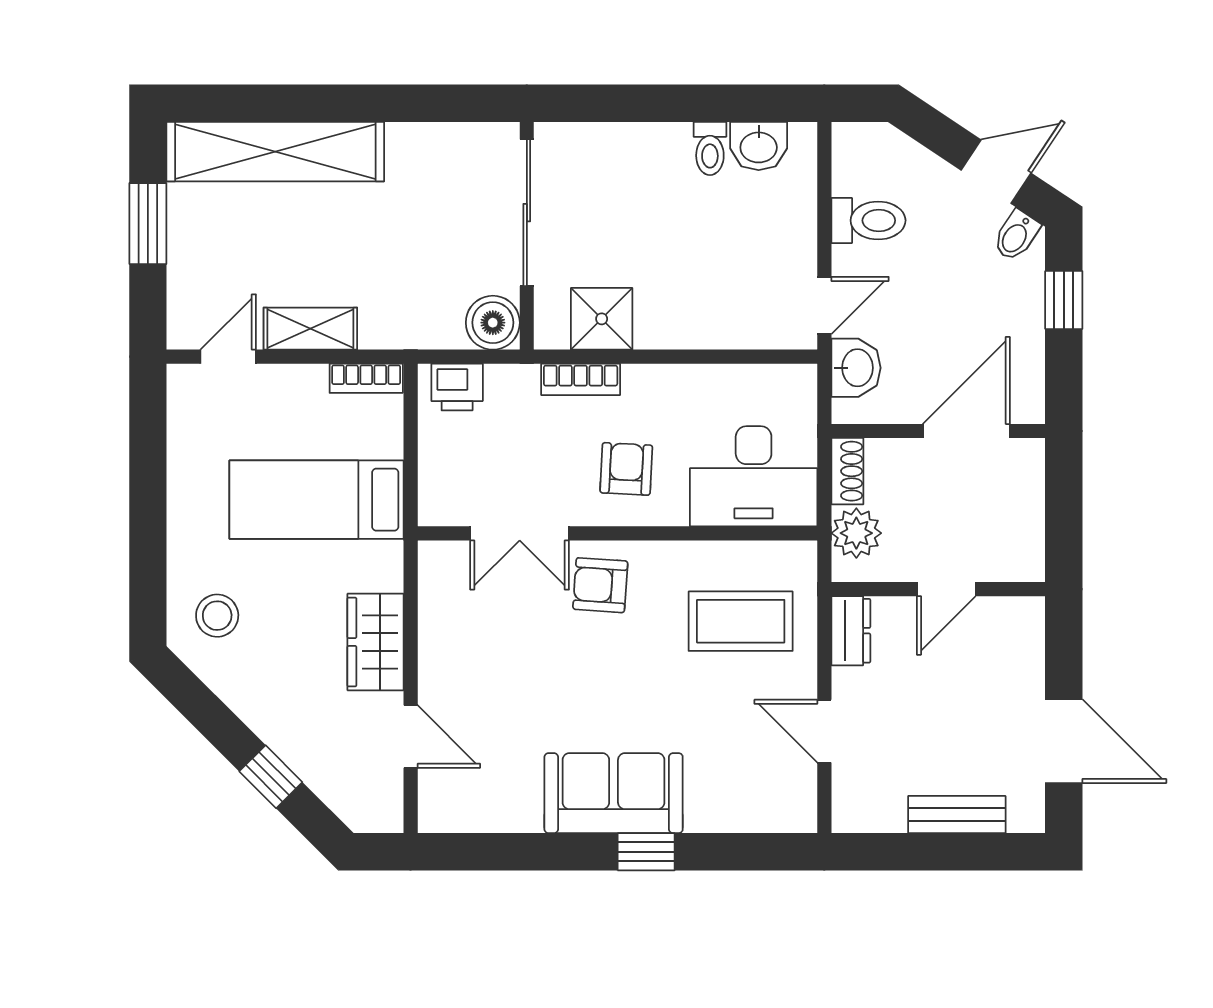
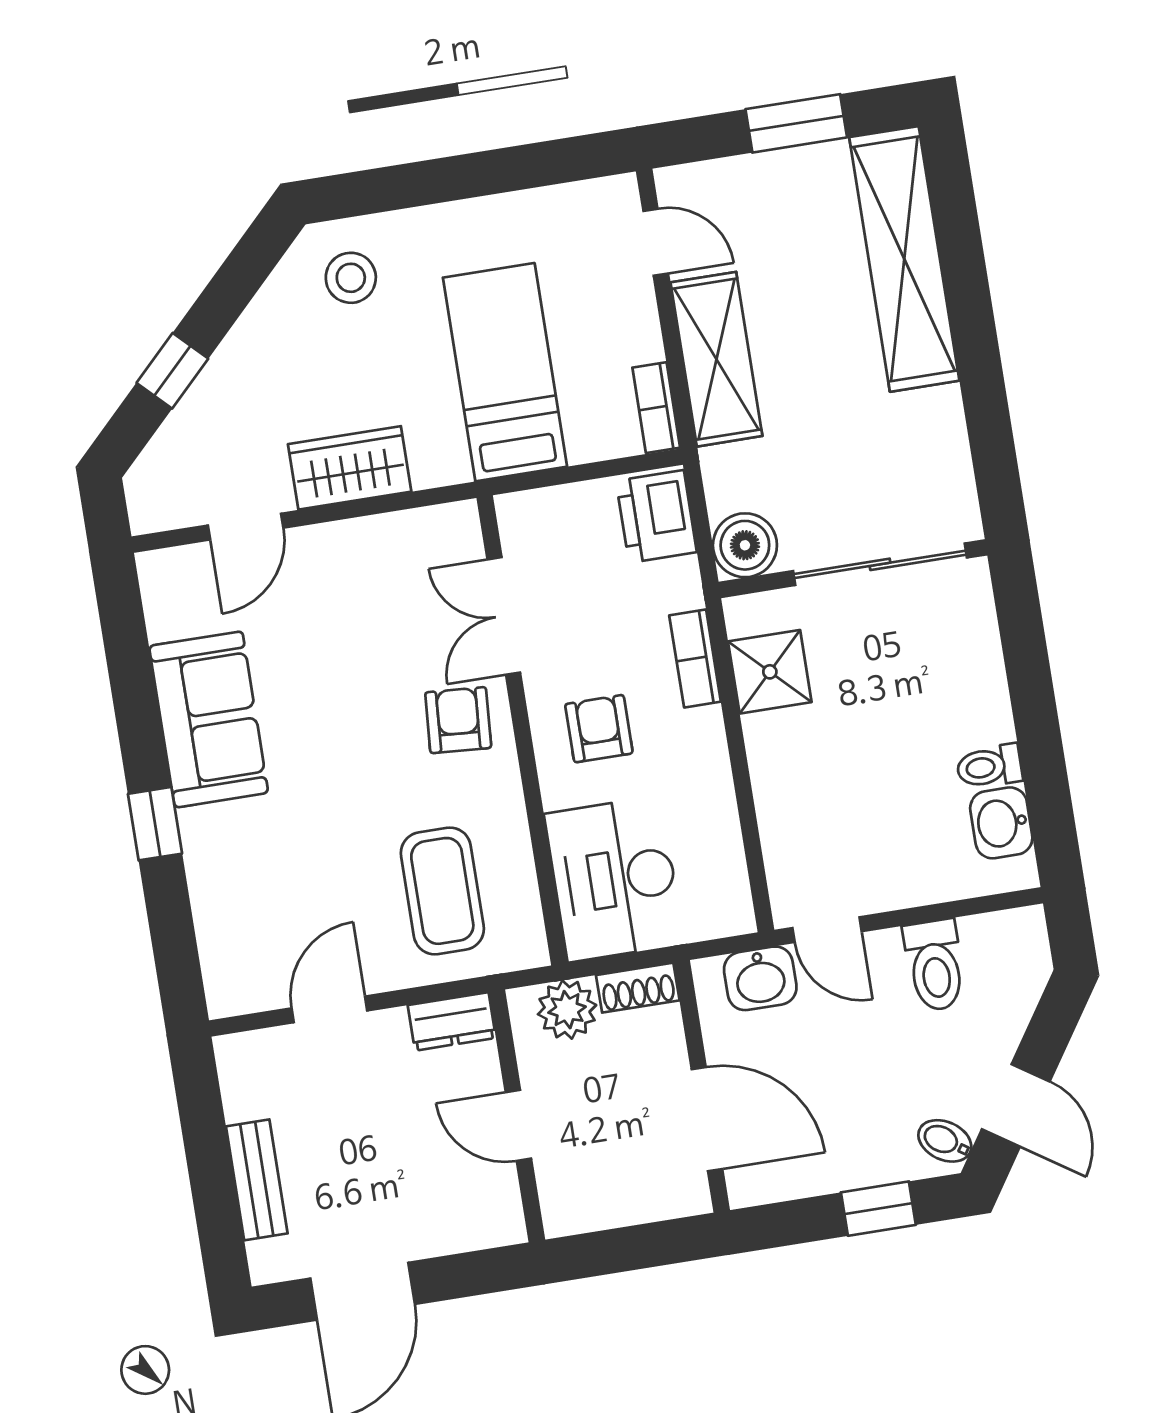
shelving: (310, 329) -> (716, 359), width x1.50, depth x1.33
printer: (457, 387) -> (656, 517), width x1.36, depth x1.24
armchair: (626, 469) -> (599, 729), turned -93
sofa: (614, 793) -> (209, 719), moved

